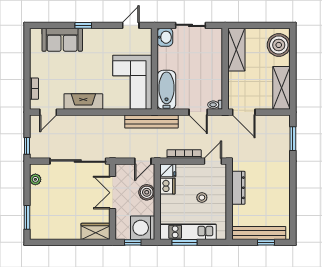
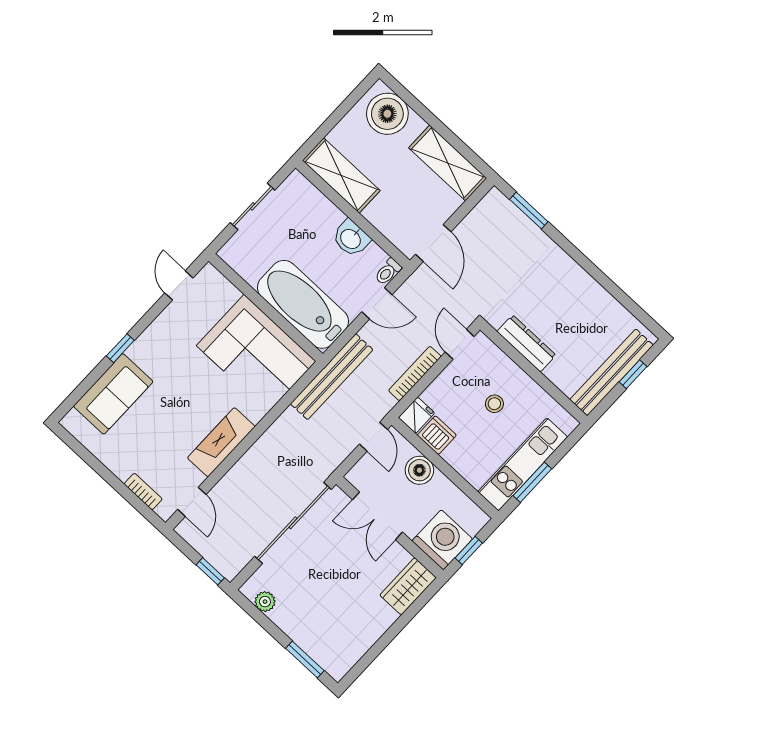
washbasin: (165, 37) -> (351, 238), moved, turned 180
bathtub: (166, 90) -> (303, 304), width x1.36, depth x1.36
door: (244, 112) -> (433, 243), hinge flipped
washing machine: (143, 228) -> (442, 540), moved, turned 180

